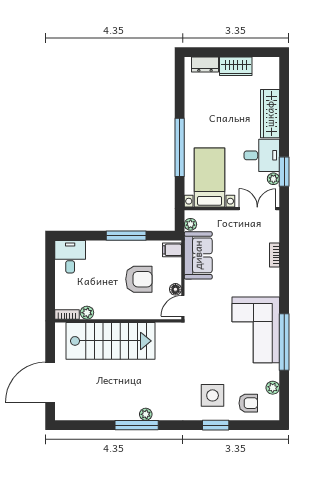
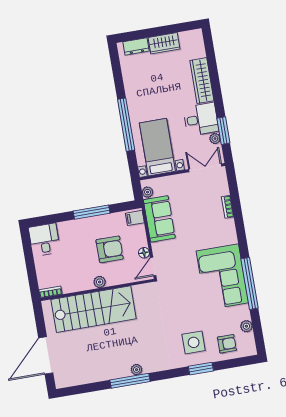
plant: (87, 313) -> (100, 282), moved

